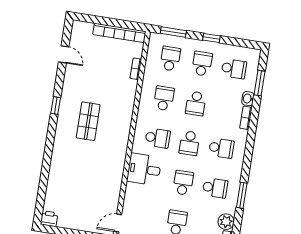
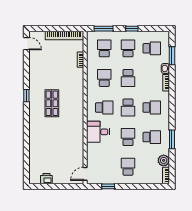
door: (64, 54) -> (26, 44), moved
printer: (49, 219) -> (46, 179), moved

